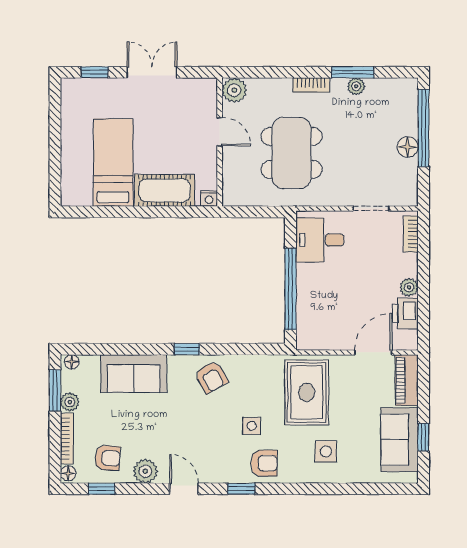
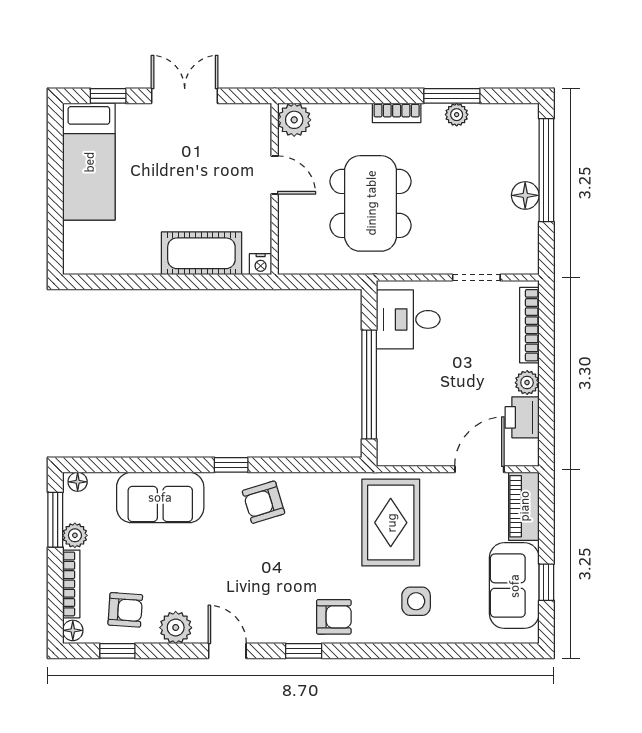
bed: (113, 163) -> (89, 162), moved, turned 180
bookcase: (411, 234) -> (529, 325), width x1.56
armchair: (211, 377) -> (263, 502), turned 103
side table: (252, 426) -> (317, 567), removed

